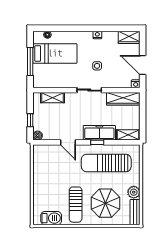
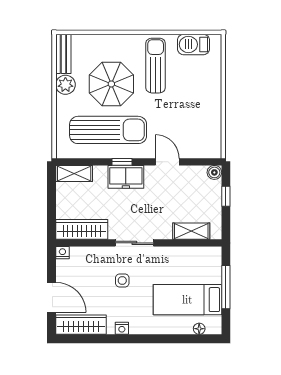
wardrobe: (129, 37) -> (81, 325), width x1.50
door: (143, 65) -> (52, 297), moved
freezer: (99, 133) -> (126, 177), width x0.71
parasol: (105, 203) -> (111, 84), moved

